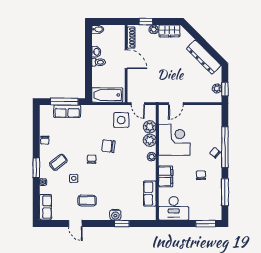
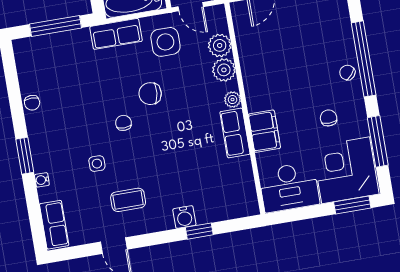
row of seats: (67, 111) -> (116, 34), moved
corner desk: (174, 140) -> (346, 170), moved, turned -90
coffee table: (58, 162) -> (64, 139), removed
row of seats: (150, 194) -> (235, 133), moved

